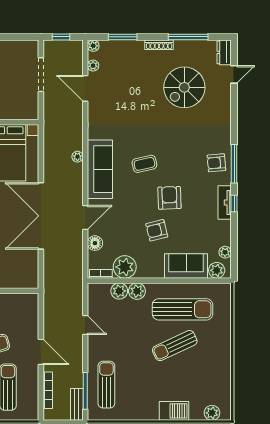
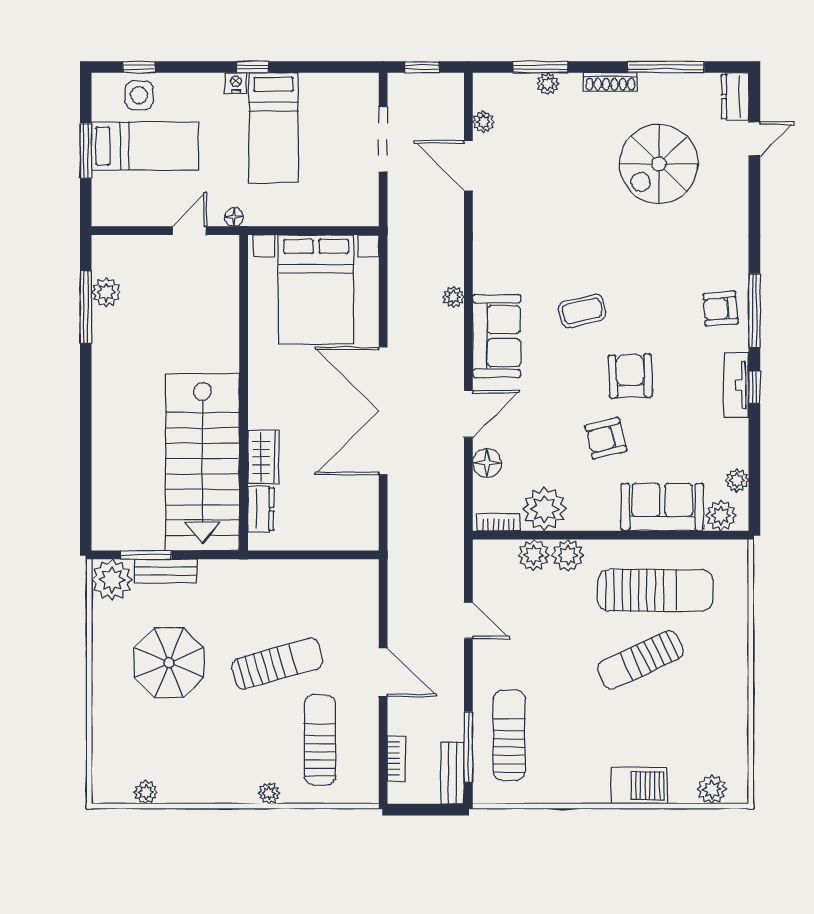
plant: (93, 46) -> (548, 84), moved
sofa: (100, 169) -> (497, 336), width x0.73
bookcase: (48, 390) -> (396, 758), width x0.64

